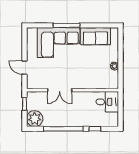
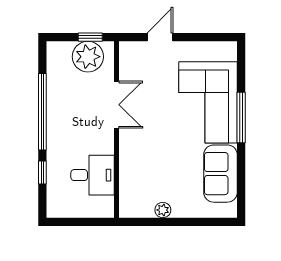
double door: (60, 90) -> (117, 105), swing flipped
desk: (107, 102) -> (93, 175), moved, turned -90
plant: (35, 119) -> (88, 57), moved

